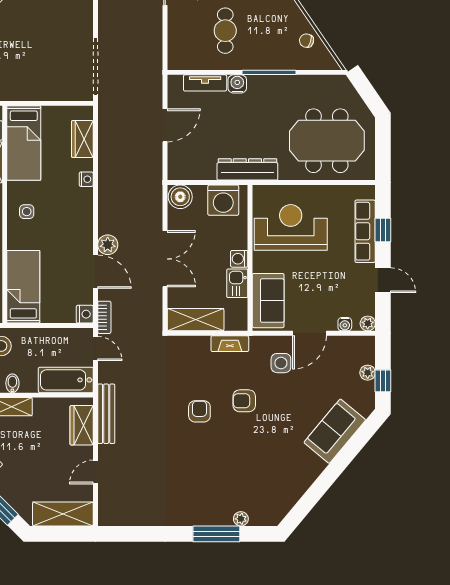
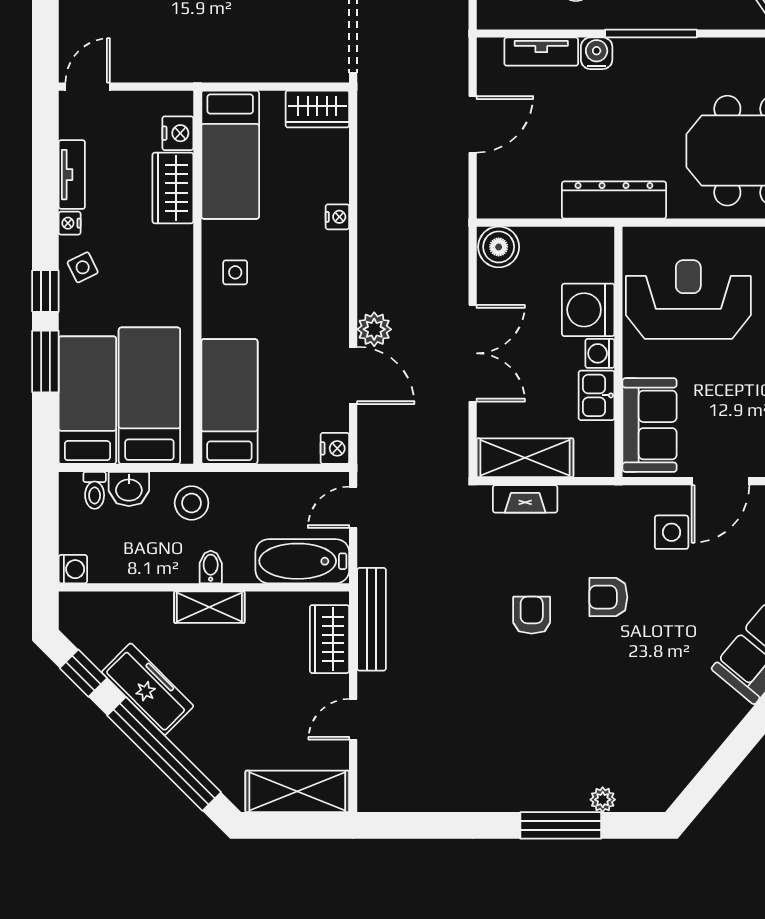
wardrobe: (82, 139) -> (317, 109), moved, turned -90
washing machine: (223, 200) -> (588, 310), moved, turned 90
bookcase: (104, 317) -> (368, 454), removed
fireplace: (230, 344) -> (525, 499), moved
door: (95, 348) -> (353, 507), swing flipped

